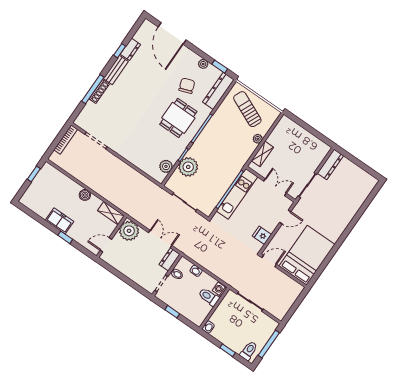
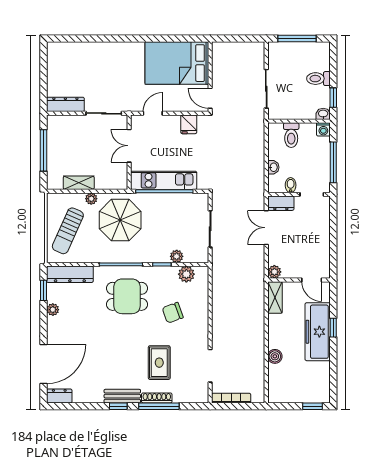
dresser: (130, 49) -> (59, 396), moved
window: (120, 51) -> (118, 406), moved
chair: (187, 86) -> (173, 313), moved
rug: (121, 109) -> (159, 363), added
window: (310, 130) -> (43, 150), added
parasol: (231, 148) -> (120, 220), added
shelving: (262, 154) -> (79, 183), moved
plant: (188, 167) -> (177, 256), width x0.53, depth x0.53
window: (34, 174) -> (313, 406), moved
boiler: (85, 195) -> (275, 356), moved
door: (285, 217) -> (153, 113), hinge flipped
freezer: (60, 221) -> (318, 332), width x1.91, depth x1.26
plant: (129, 231) -> (274, 272), width x0.53, depth x0.53
washing machine: (220, 289) -> (323, 129), moved
window: (172, 312) -> (333, 162), width x2.17
window: (228, 350) -> (333, 98), moved
toilet: (249, 351) -> (318, 79), moved

